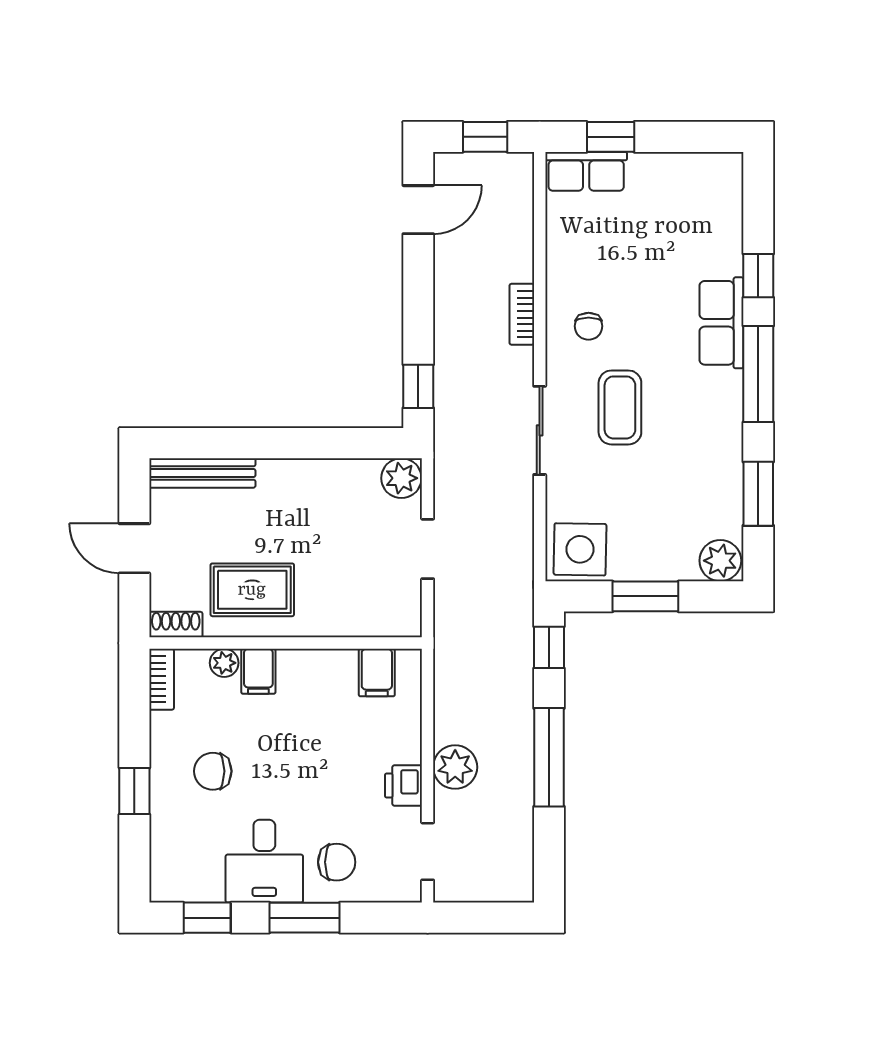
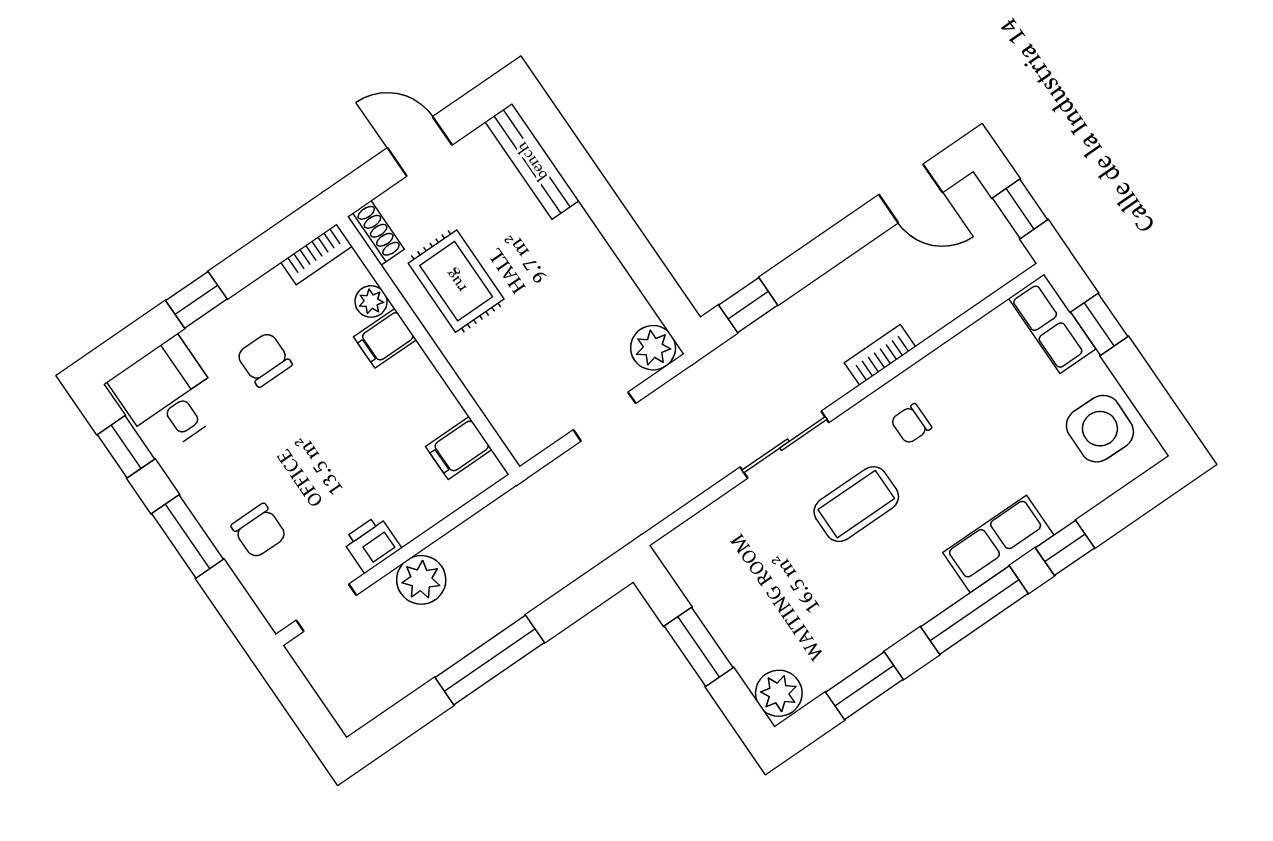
door: (134, 548) -> (420, 146), hinge flipped
side table: (580, 549) -> (1100, 429), moved
window: (549, 647) -> (591, 591), removed
desk: (264, 861) -> (168, 396), moved, turned 90

